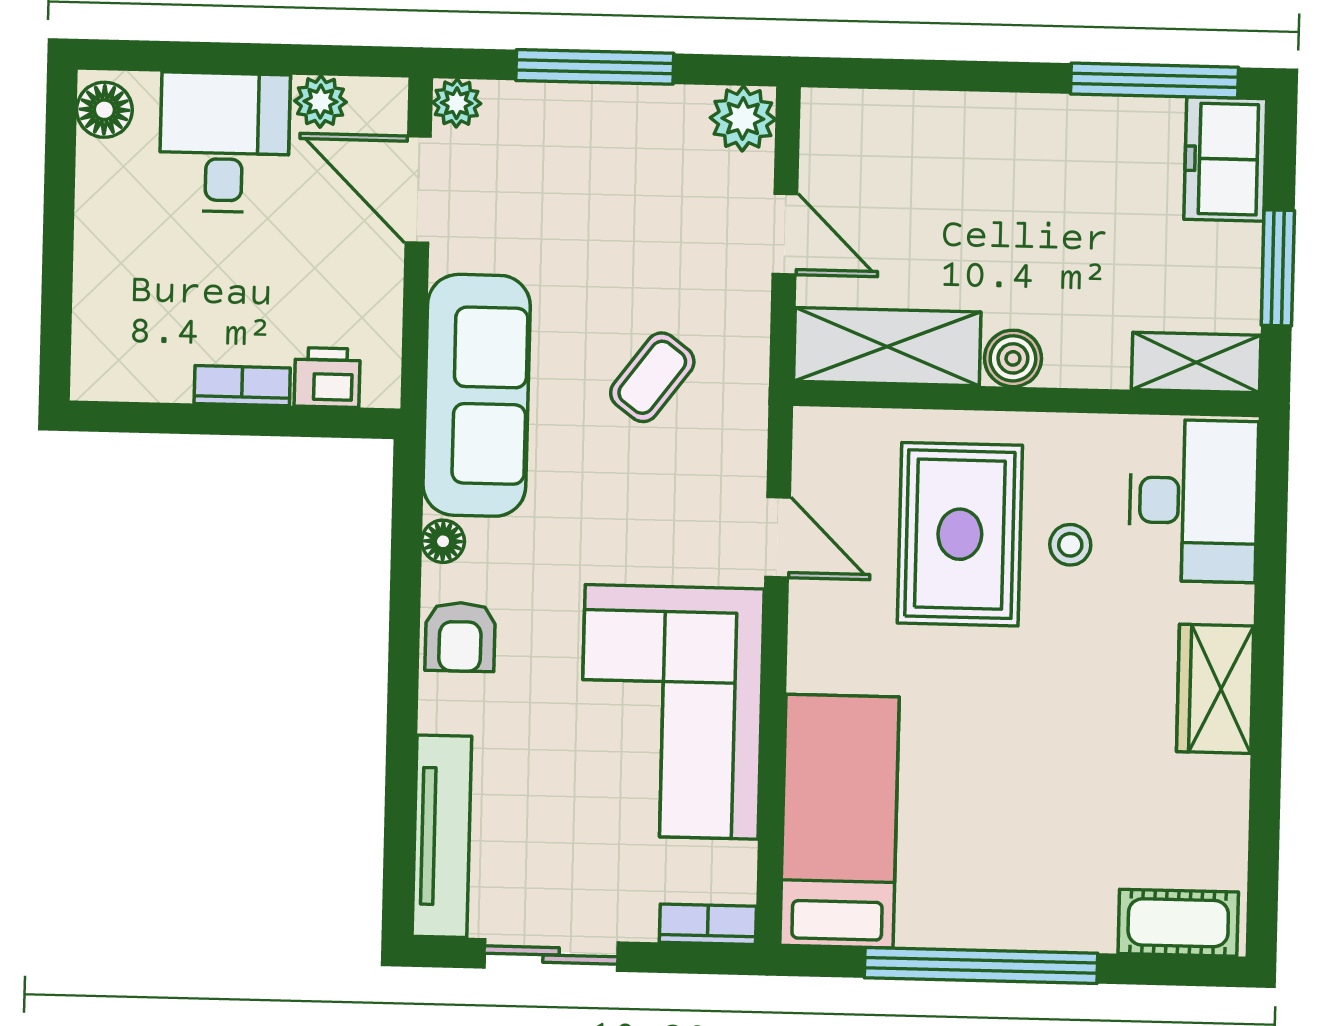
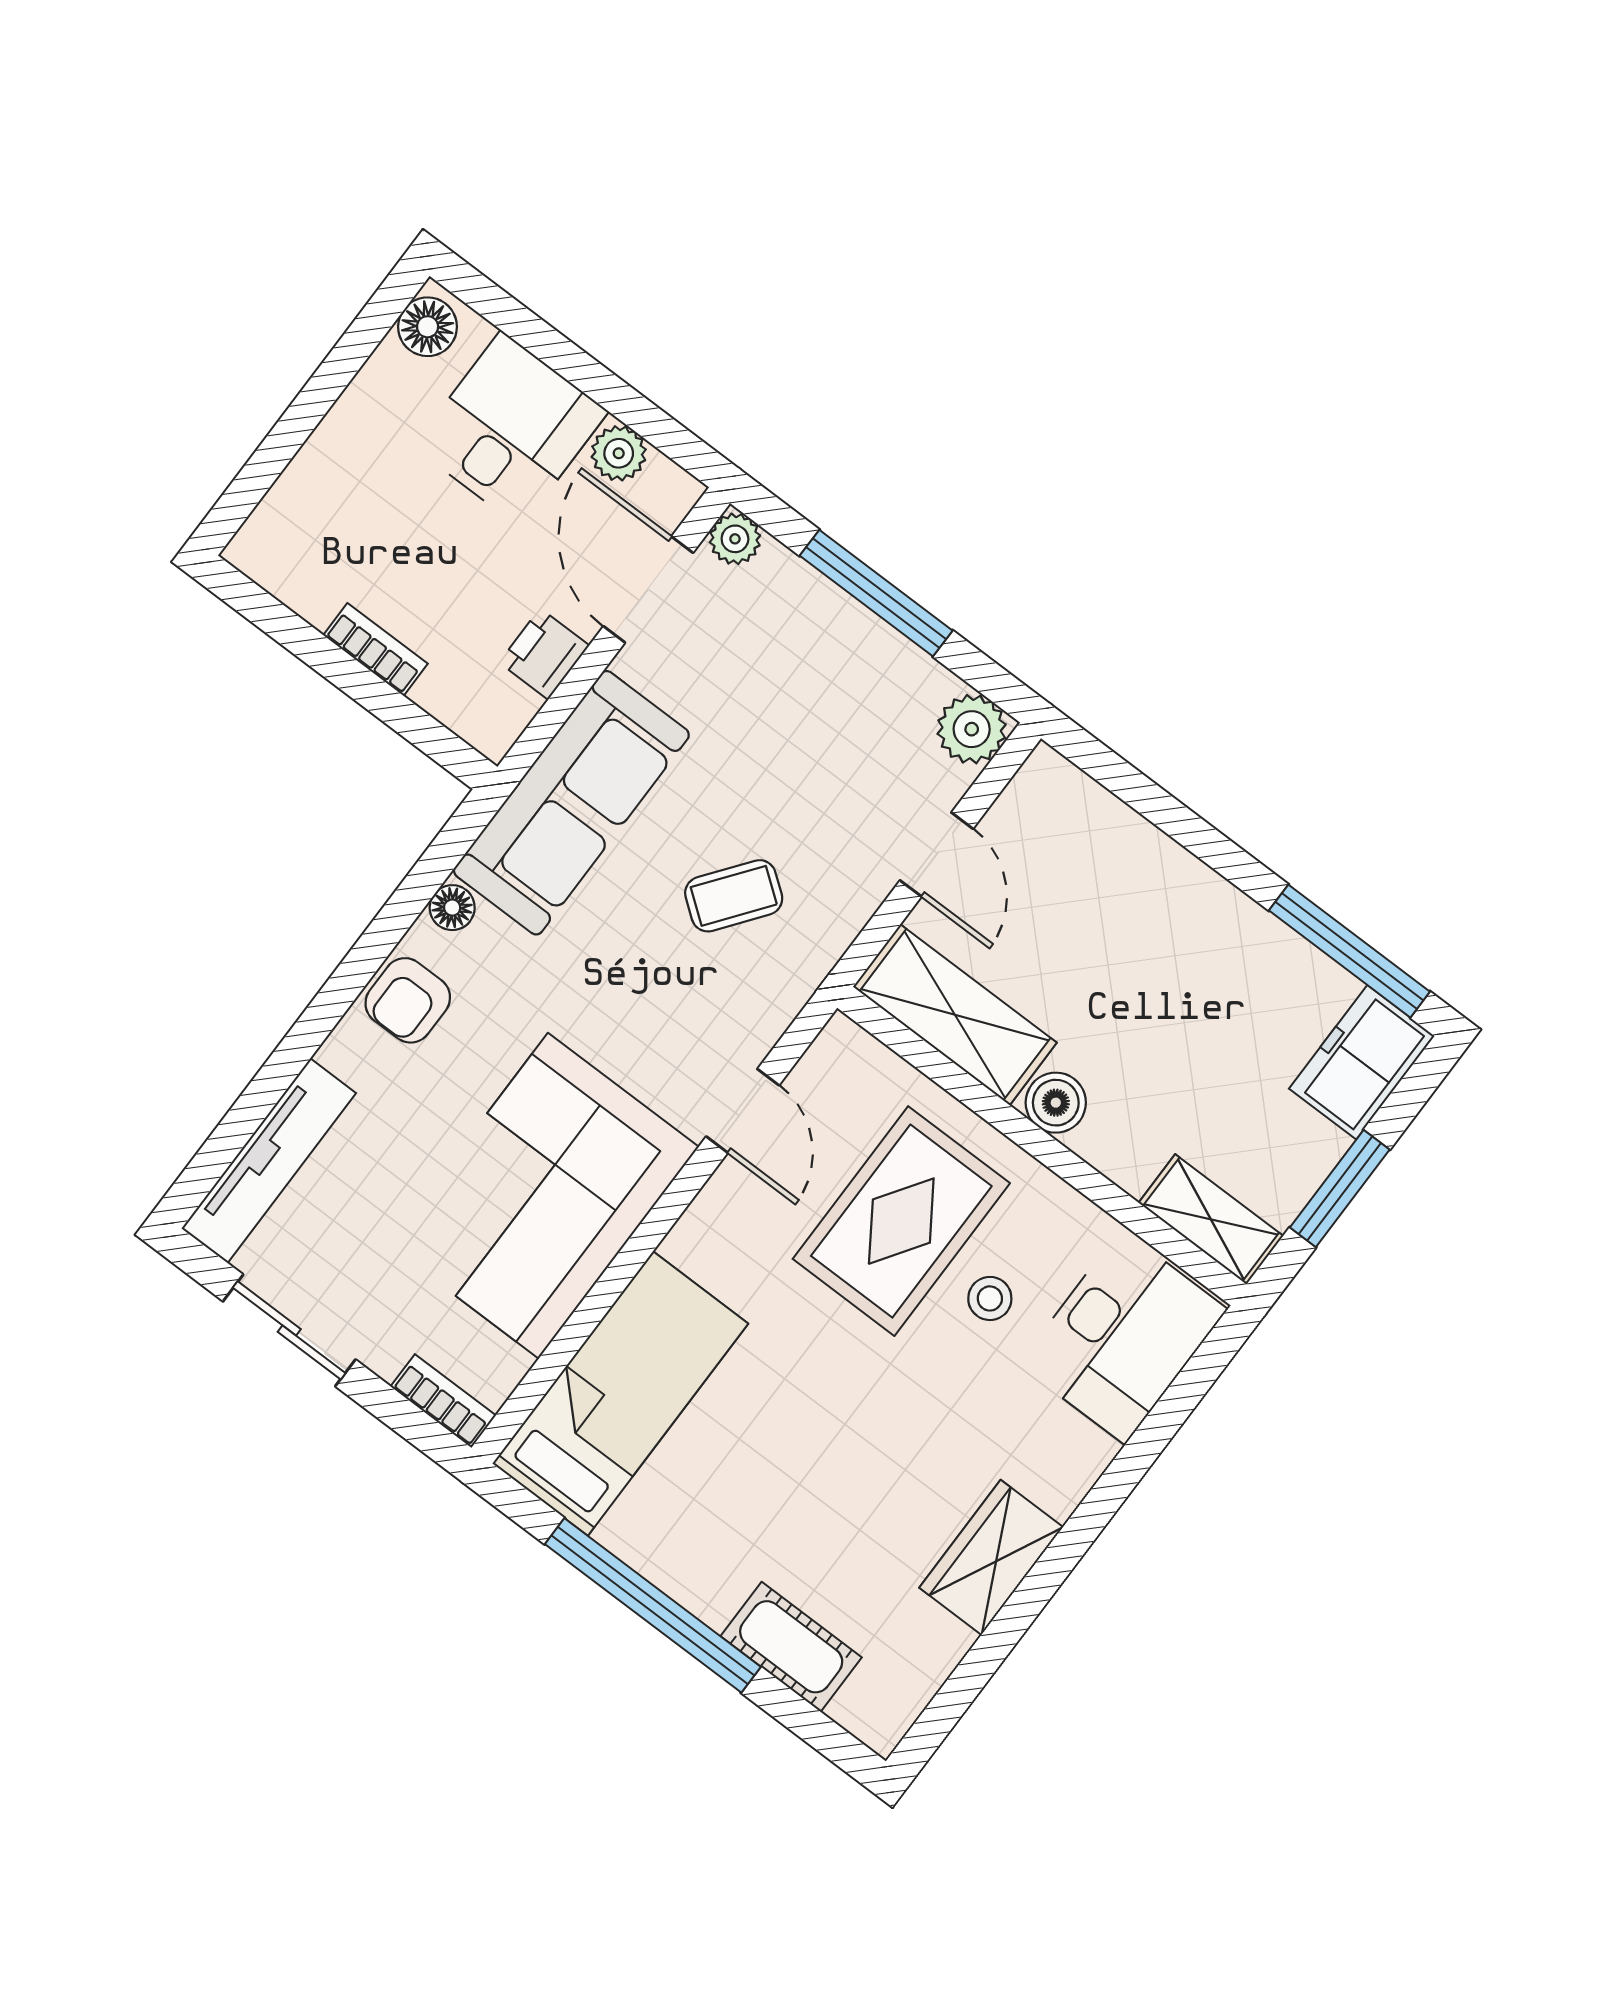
printer: (327, 377) -> (544, 654), moved, turned -90
wardrobe: (1215, 689) -> (991, 1557), moved
cot: (1178, 923) -> (791, 1647), moved

